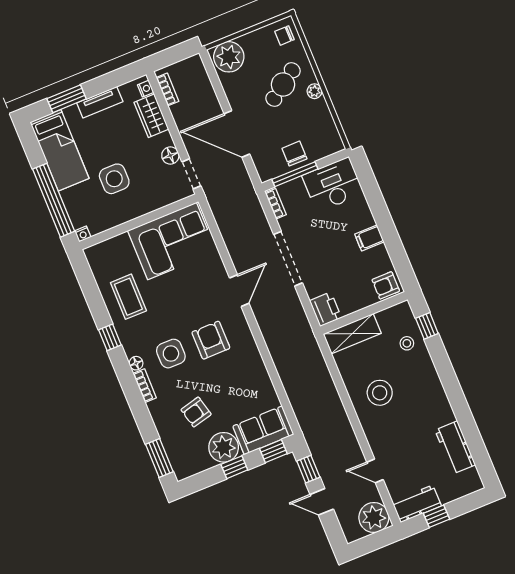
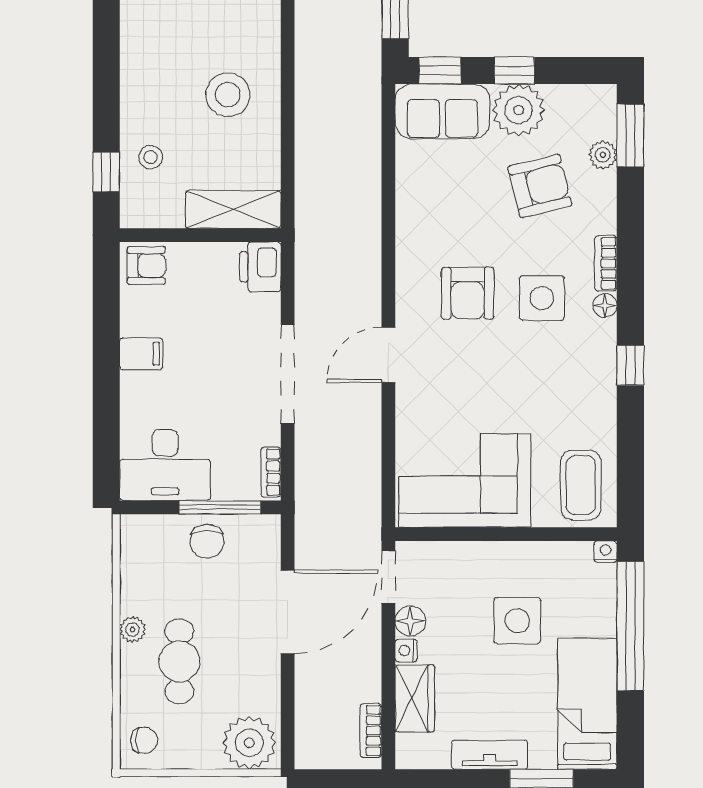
cafe table: (283, 85) -> (179, 661), turned -55
nightstand: (146, 89) -> (406, 650), moved
door: (237, 134) -> (288, 612), hinge flipped
coffee table: (128, 297) -> (581, 485), moved
armchair: (196, 412) -> (540, 186), width x1.38, depth x1.38
plant: (170, 442) -> (603, 155), added

